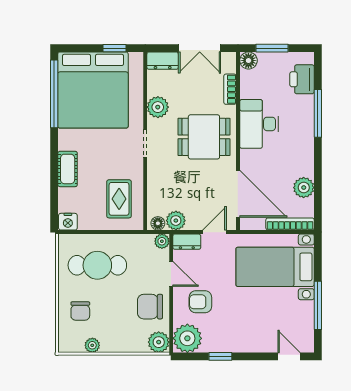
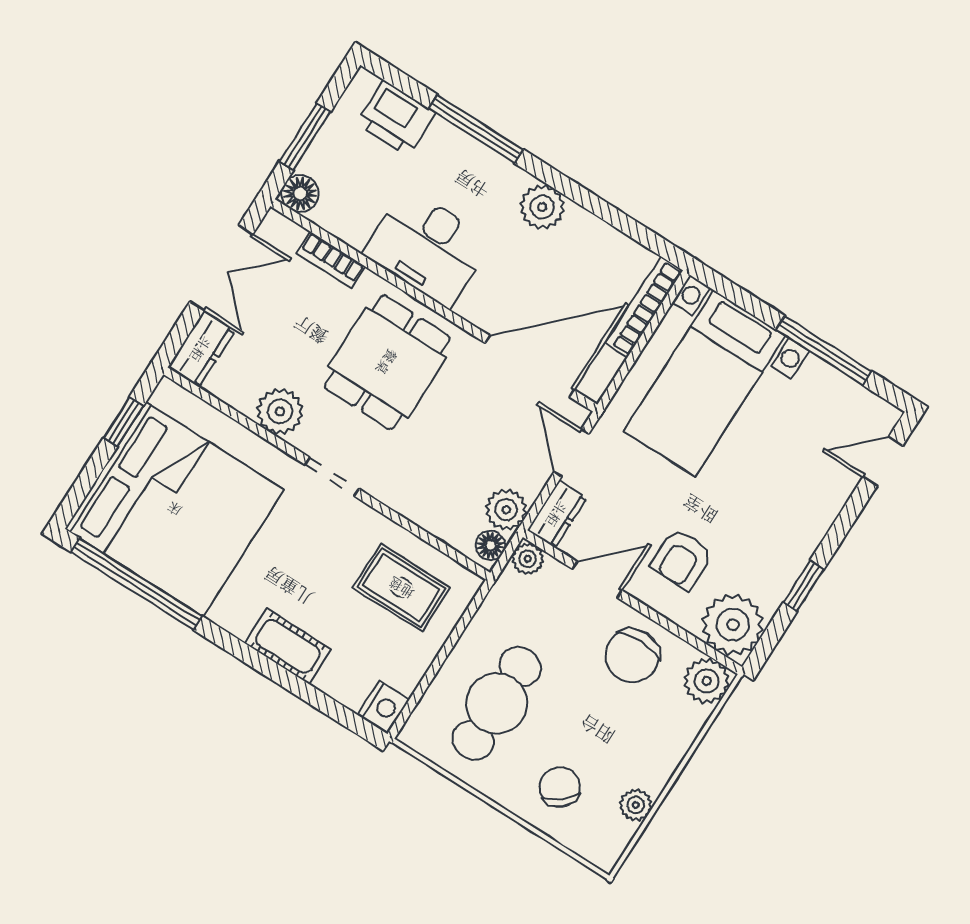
plant: (304, 188) -> (542, 207), moved
chair: (80, 311) -> (560, 787), turned -130

